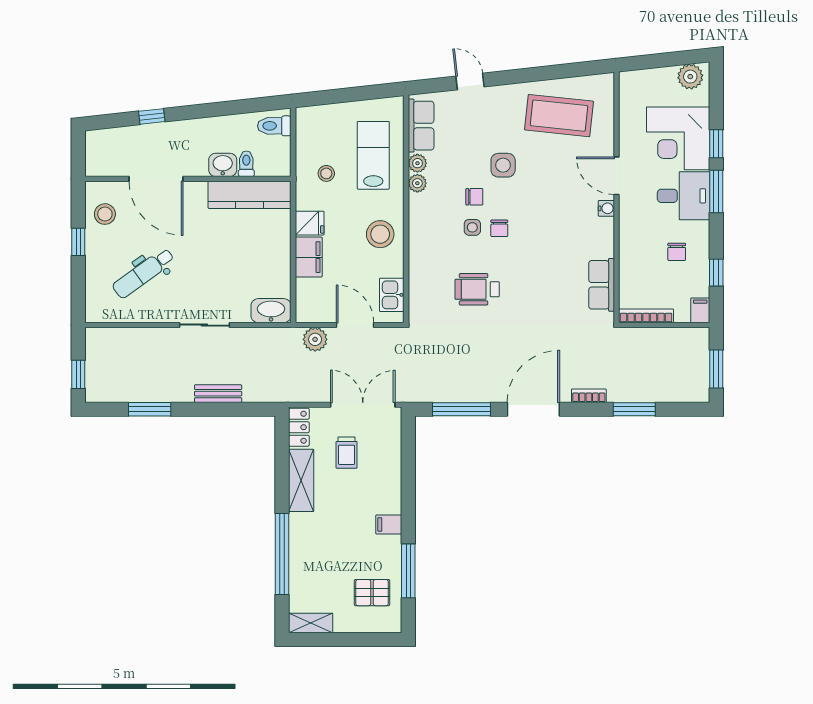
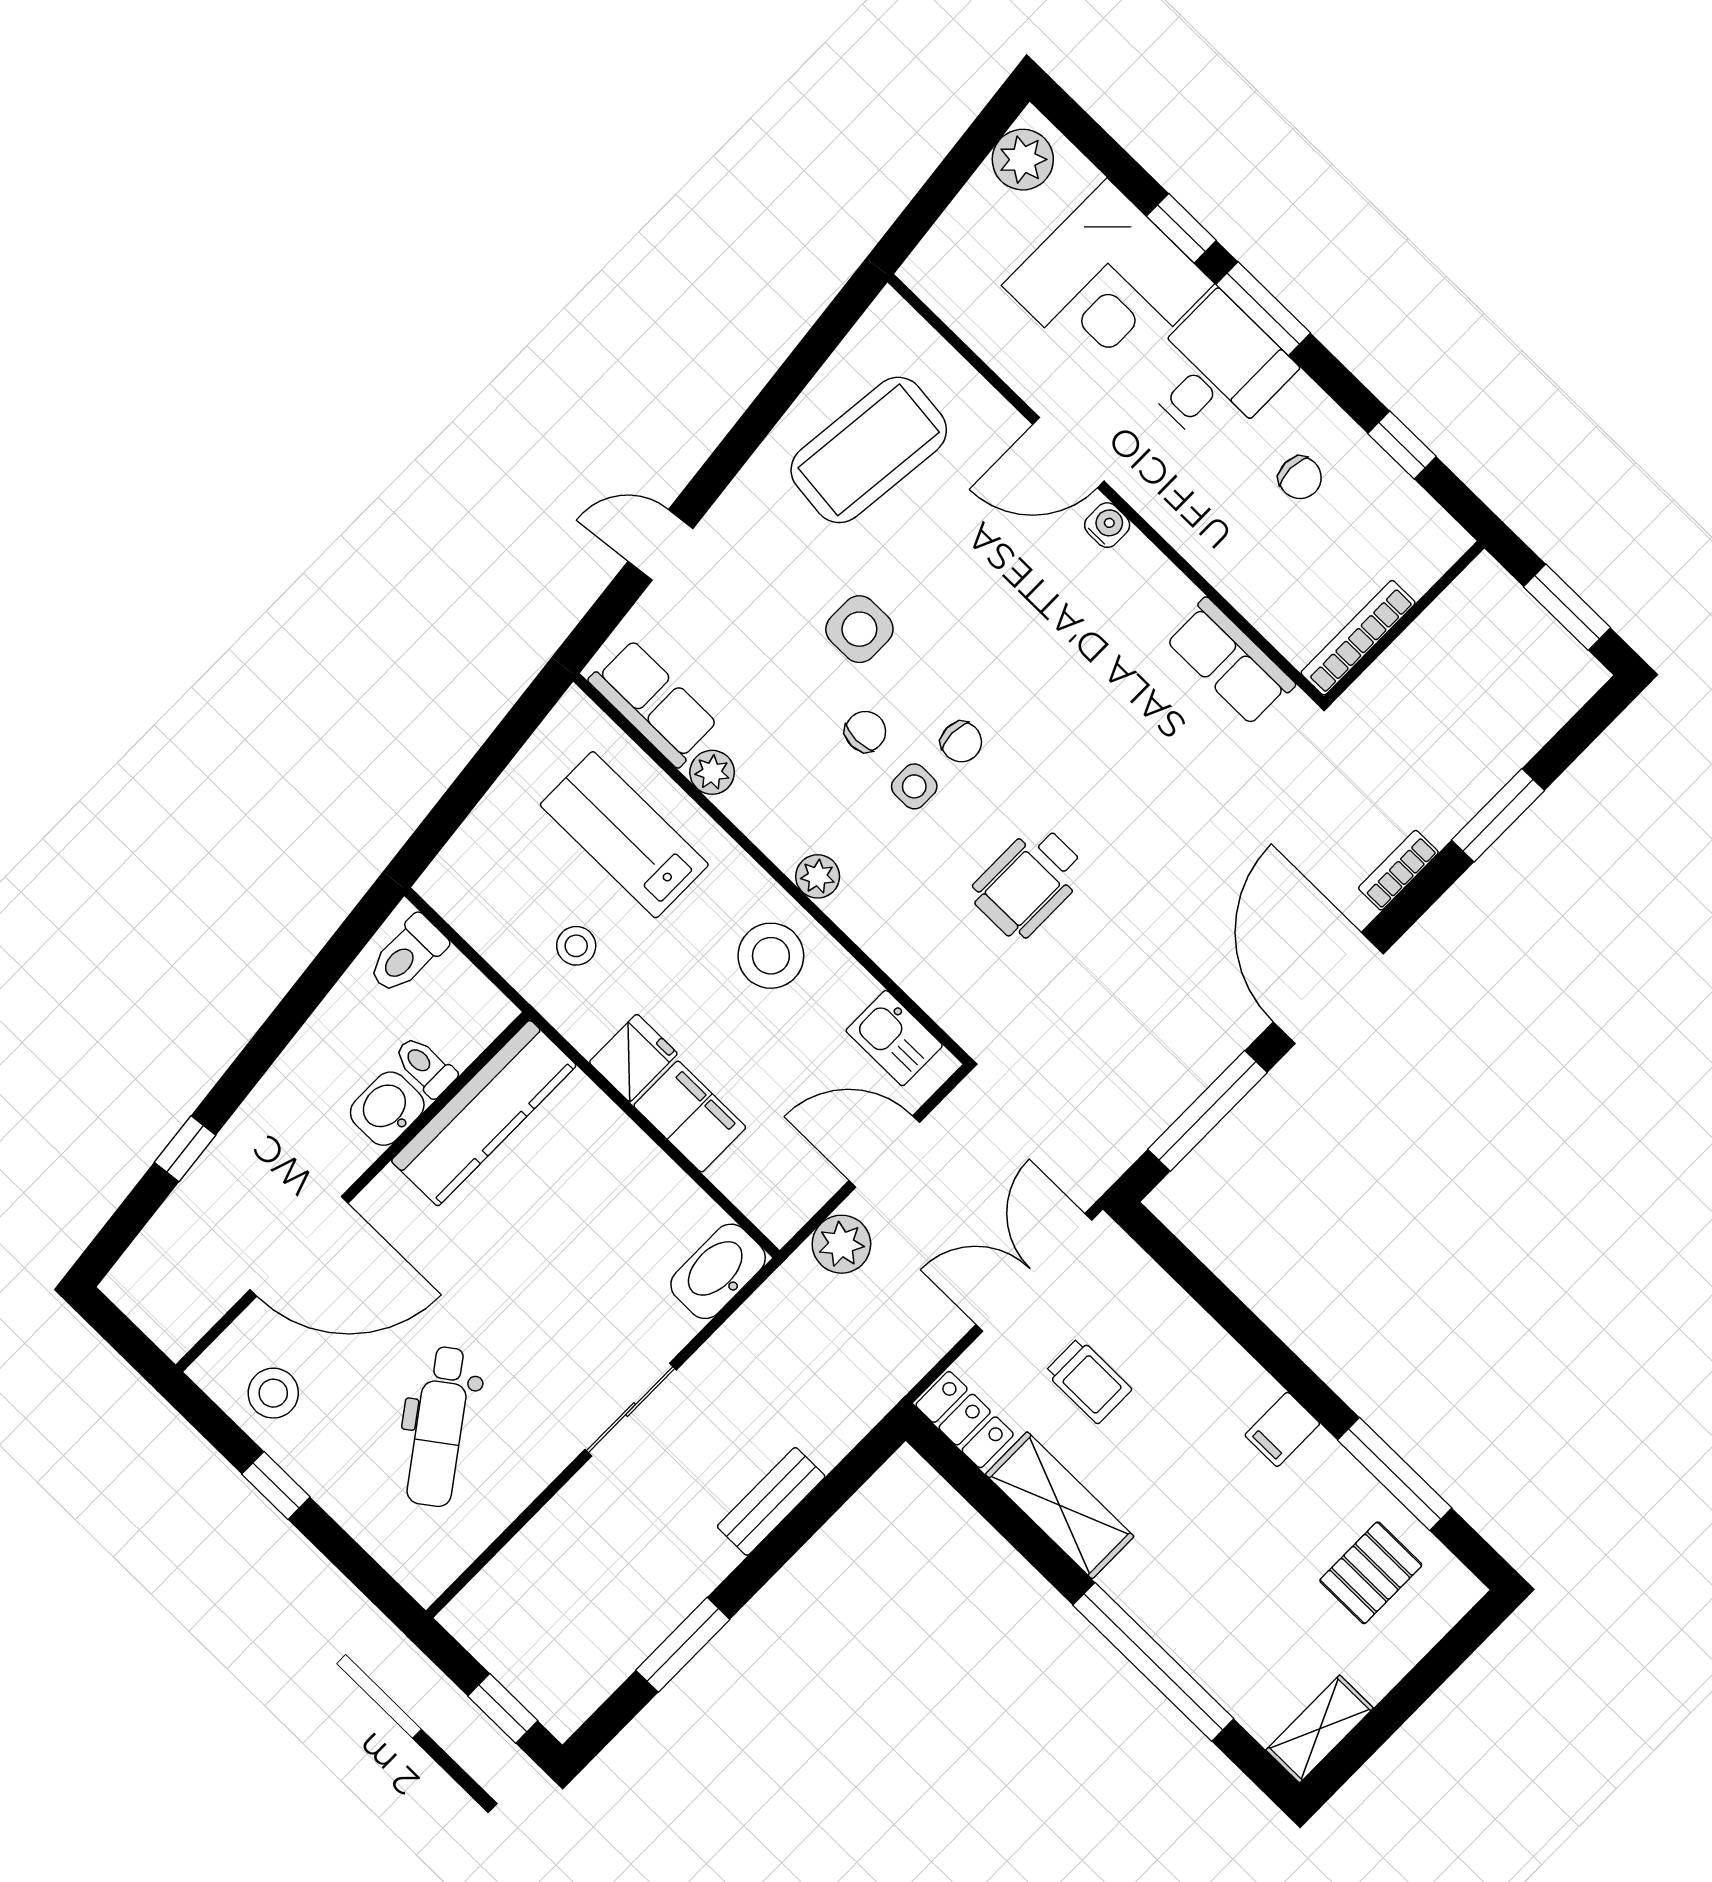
plant: (417, 183) -> (818, 876), moved
filing cabinet: (700, 310) -> (1440, 536), removed

